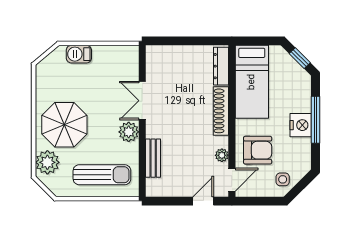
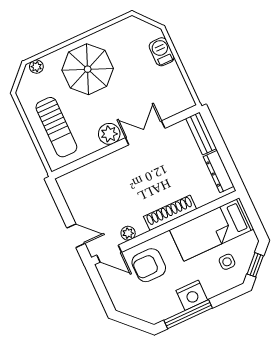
dresser: (221, 66) -> (219, 171), moved, turned -90
window: (315, 120) -> (188, 314), moved
armchair: (258, 150) -> (149, 265), turned 90
bench: (153, 158) -> (201, 133), moved, turned 90
plant: (47, 162) -> (36, 67), width x0.53, depth x0.53
side table: (283, 179) -> (227, 262), moved

